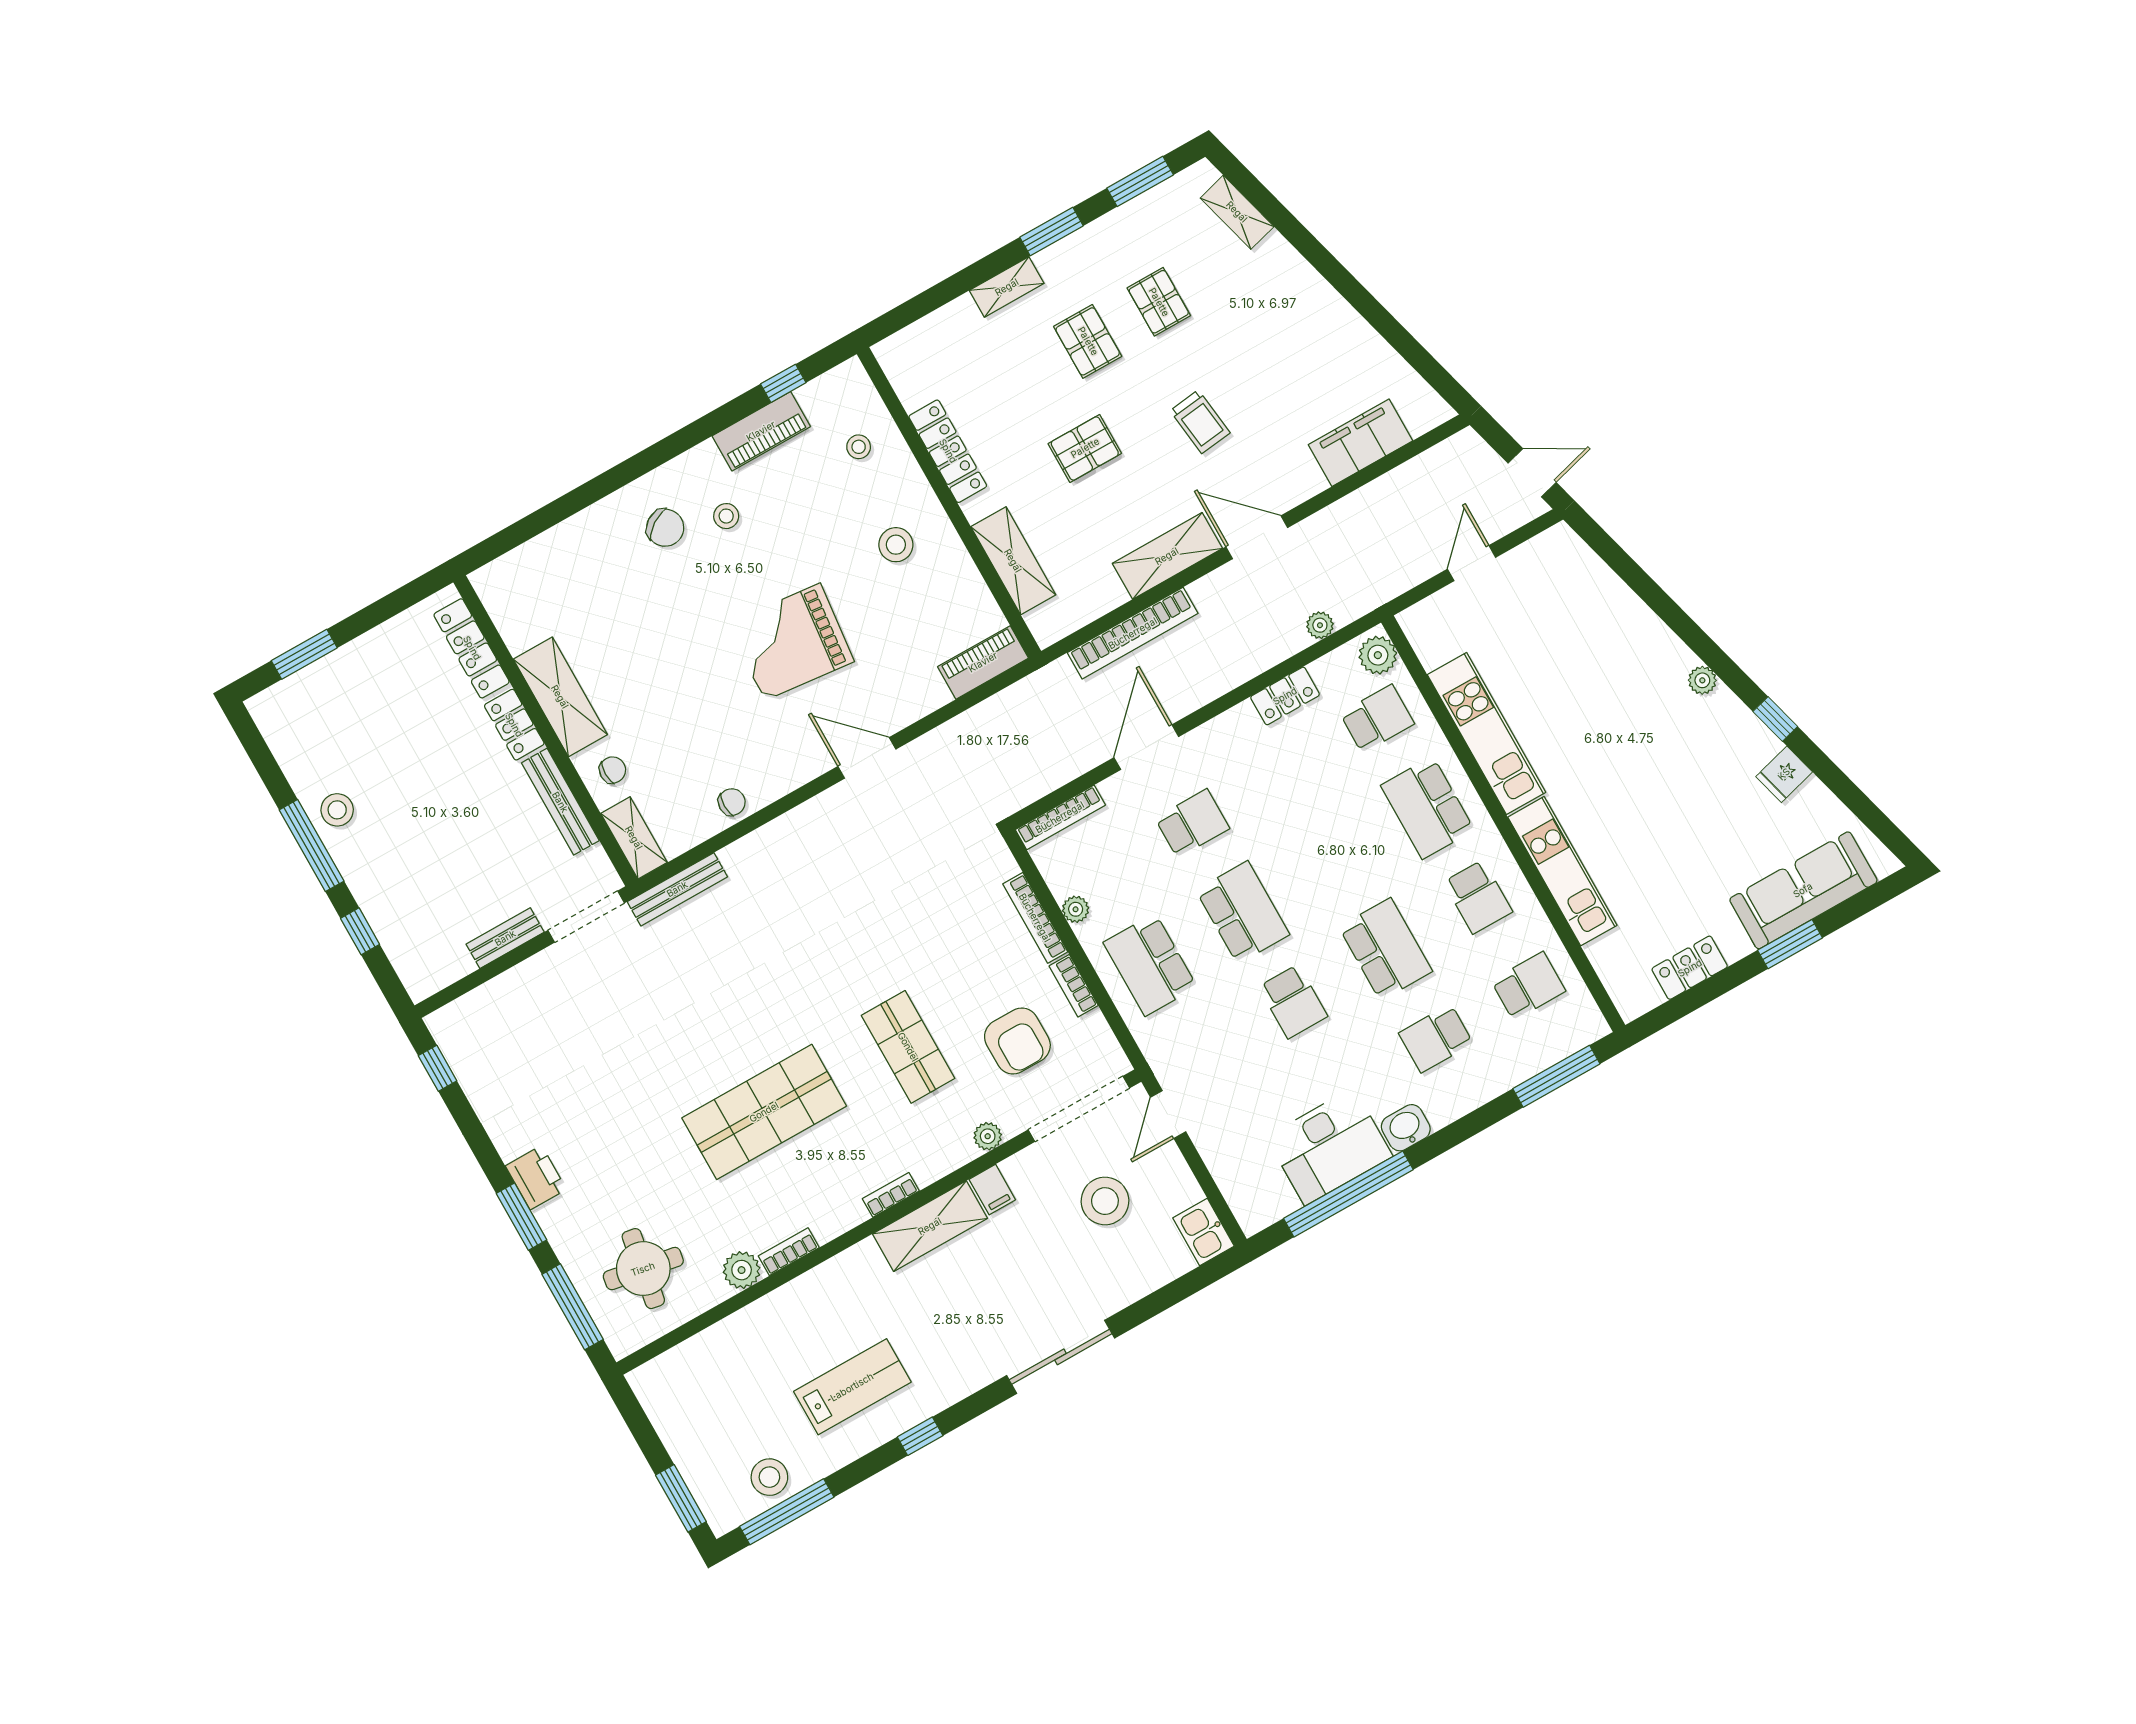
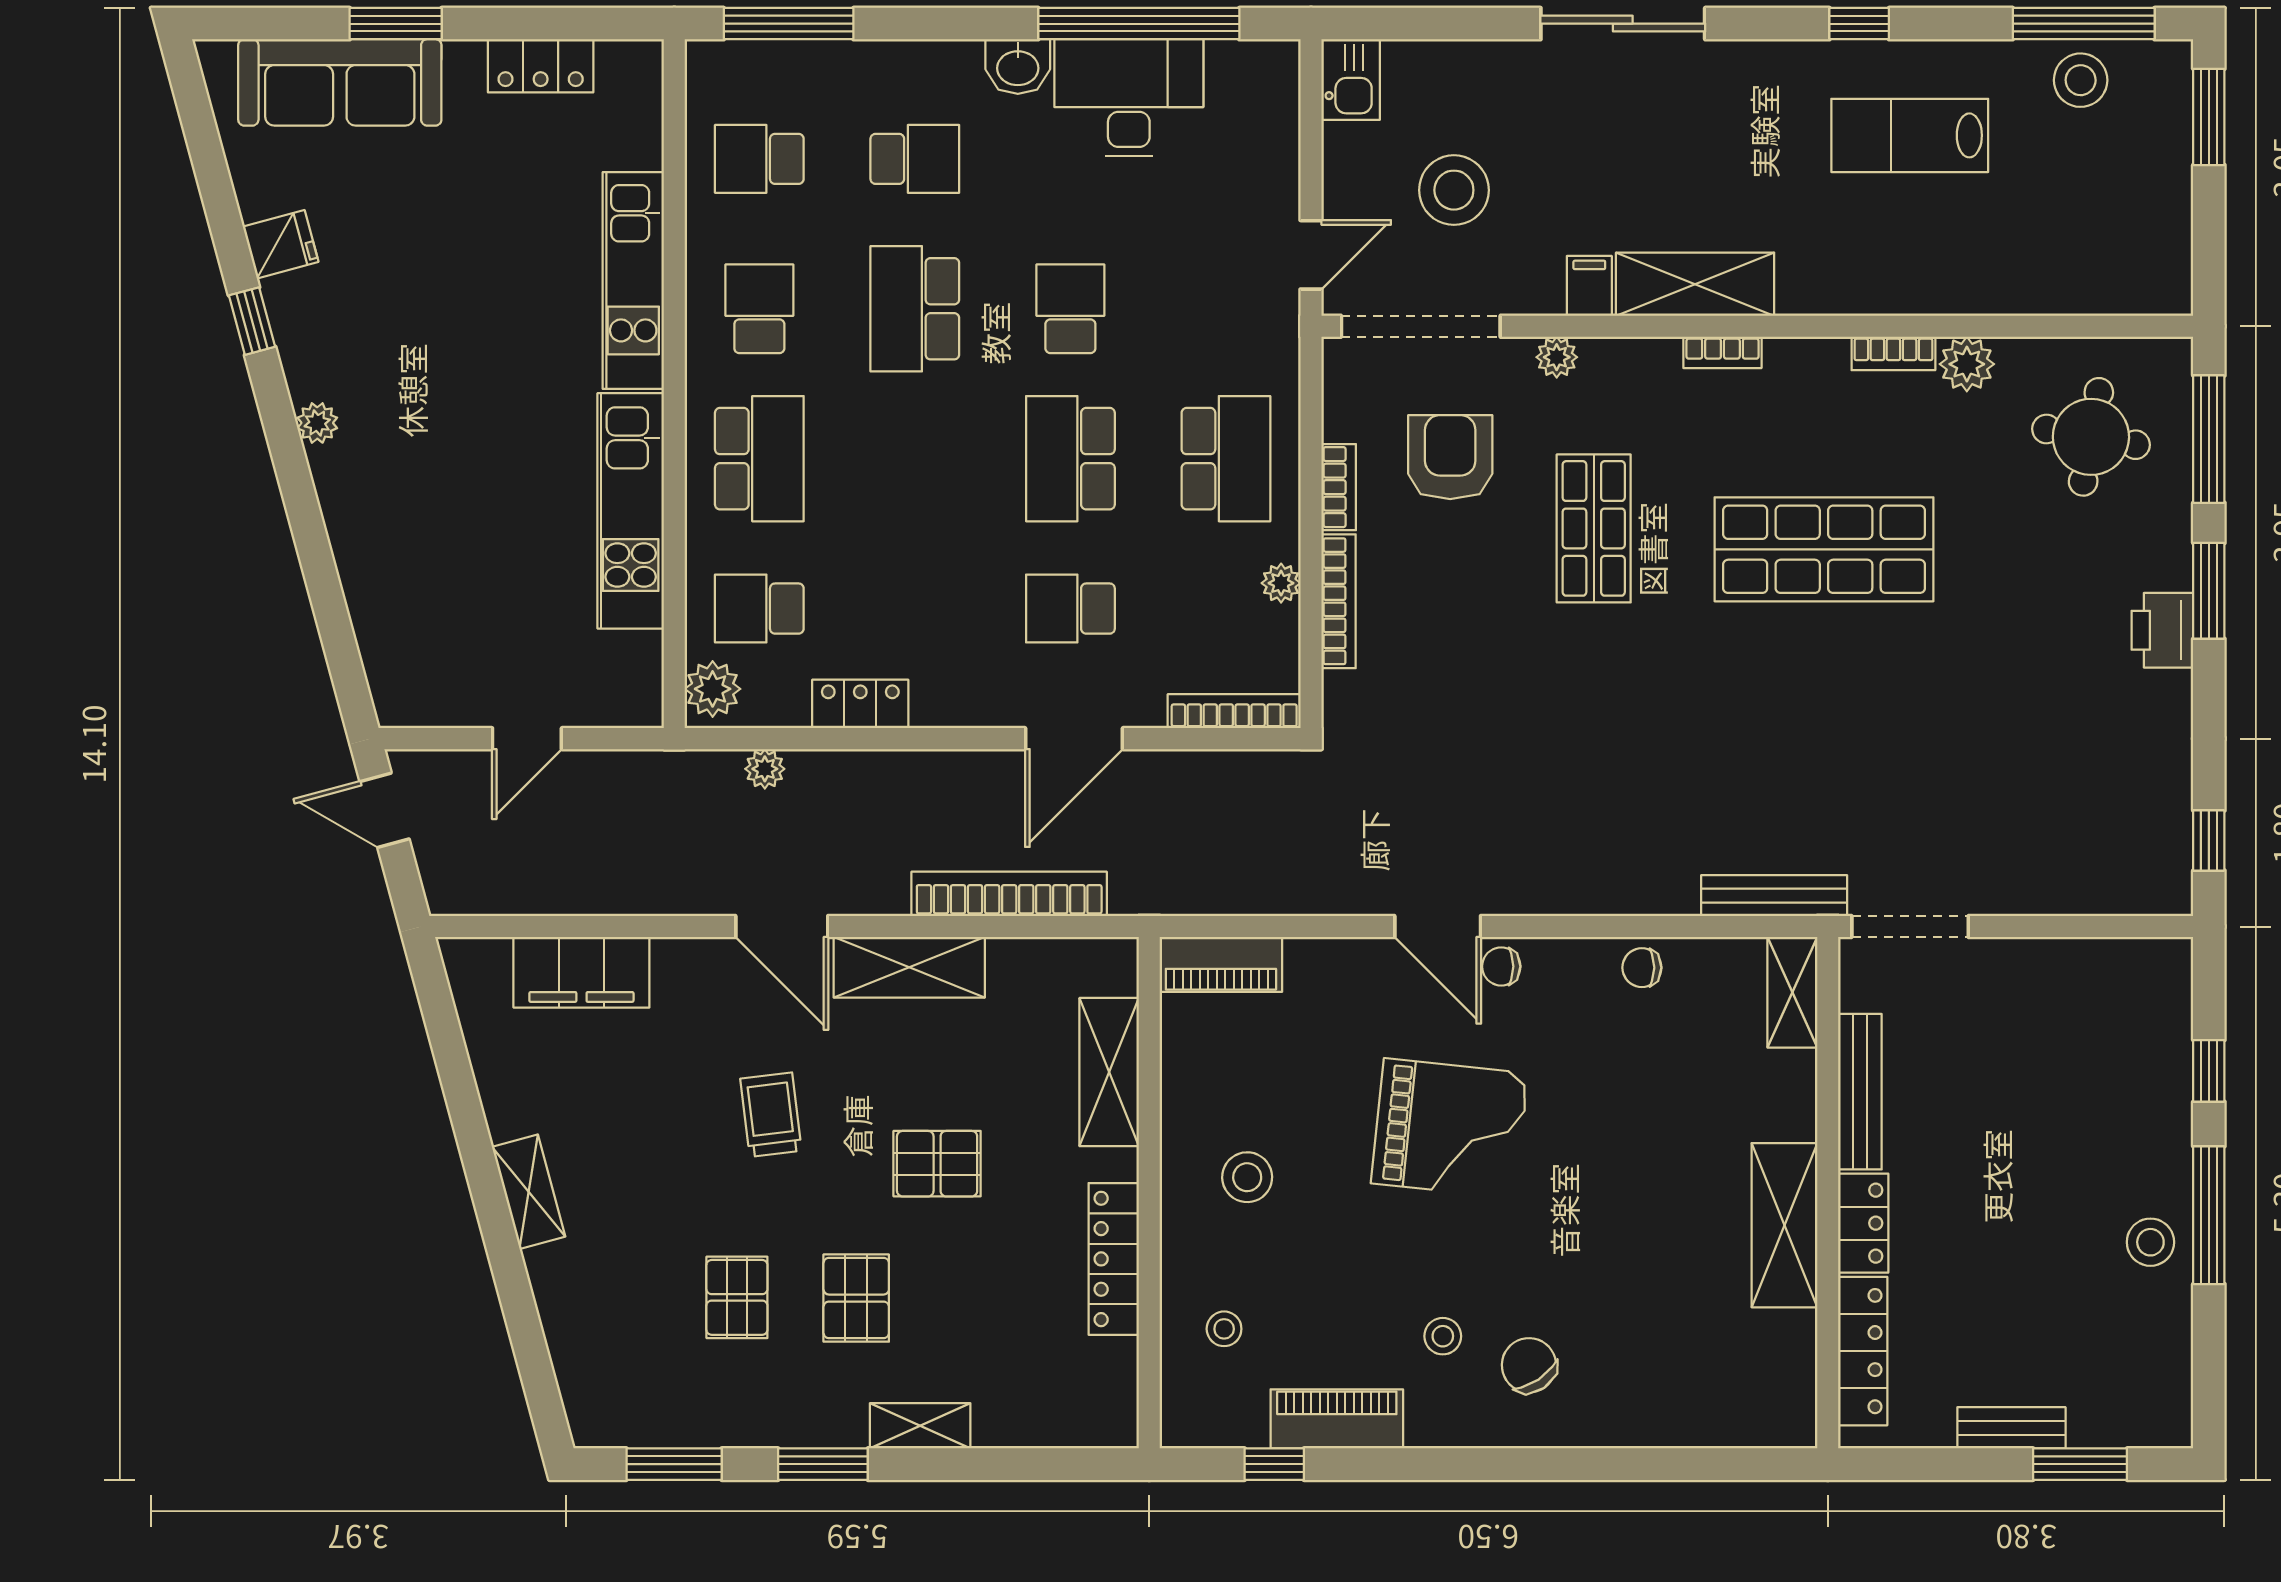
shelving: (1237, 212) -> (529, 1192), moved
chair: (613, 770) -> (1501, 966), moved
bench: (505, 938) -> (2011, 1428), moved

